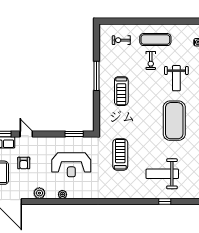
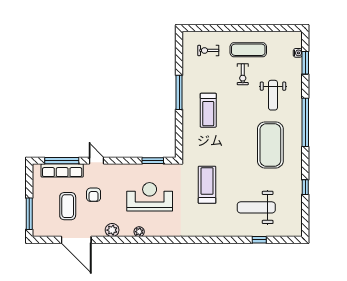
reception desk: (71, 165) -> (150, 197), turned 180

